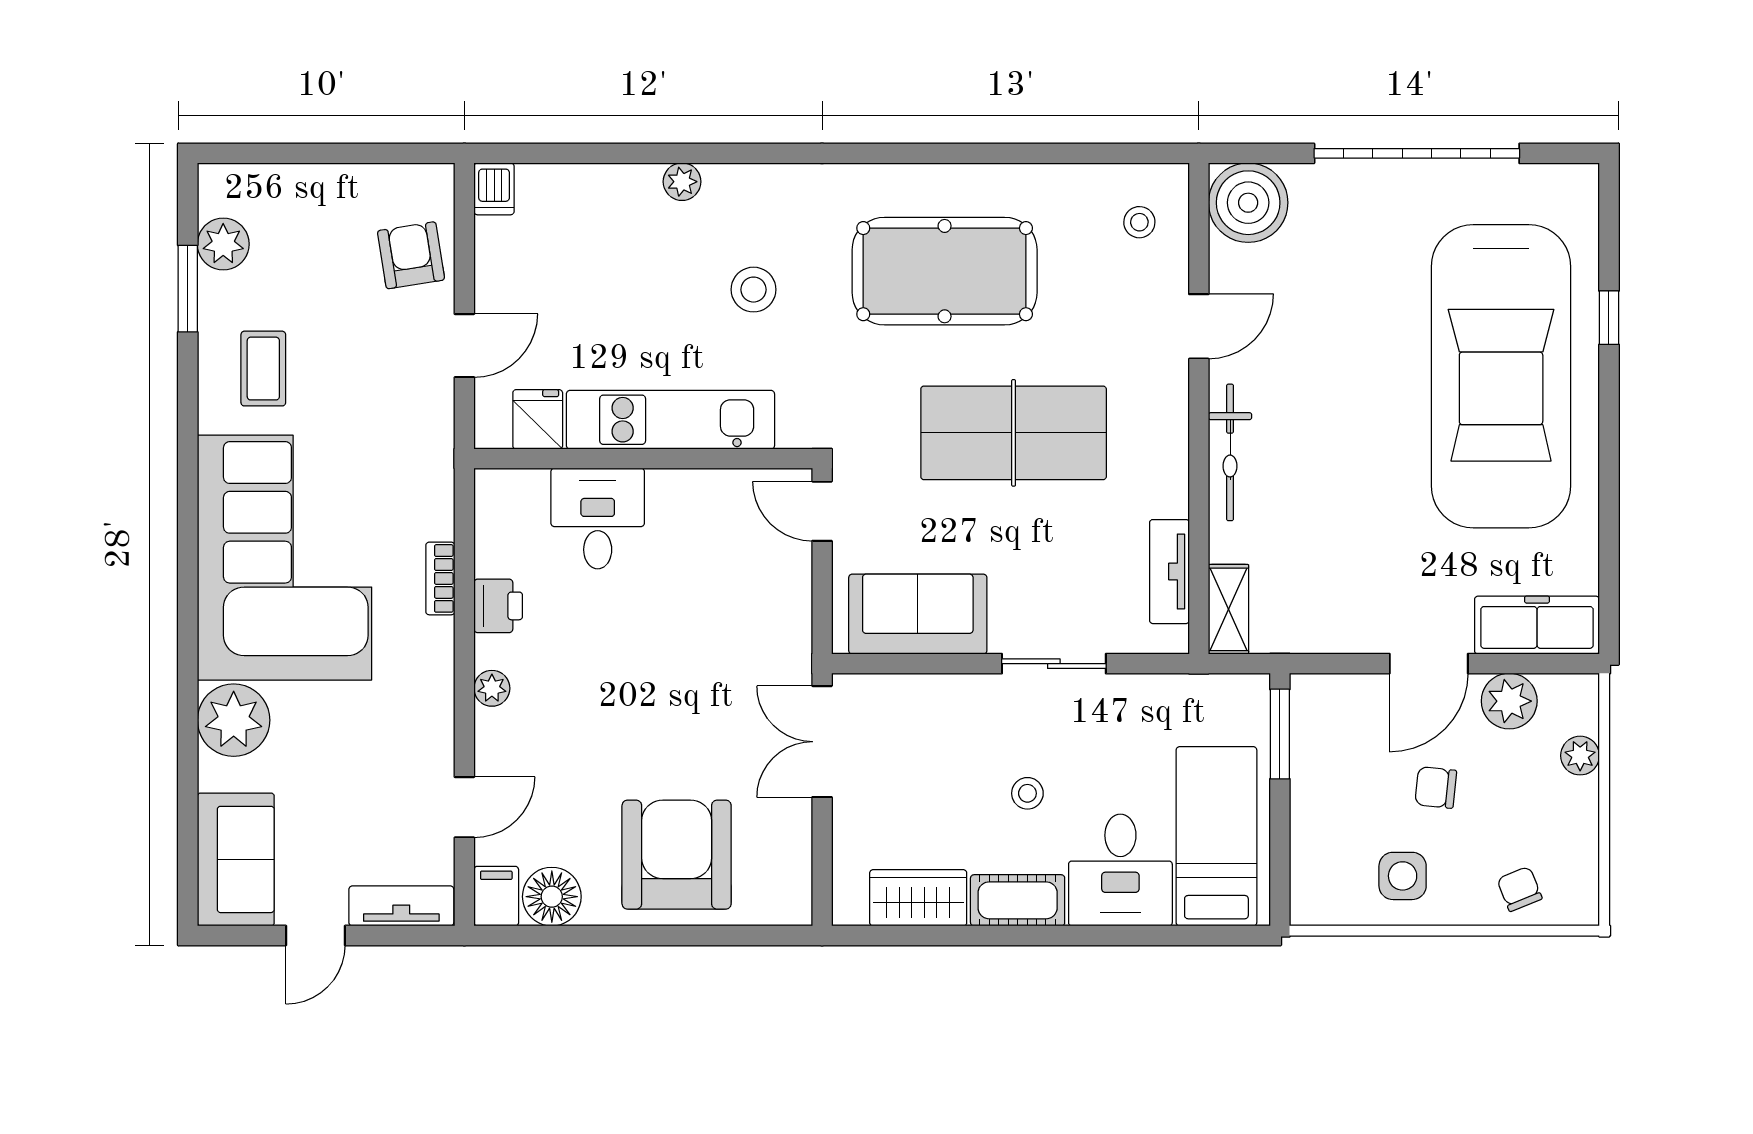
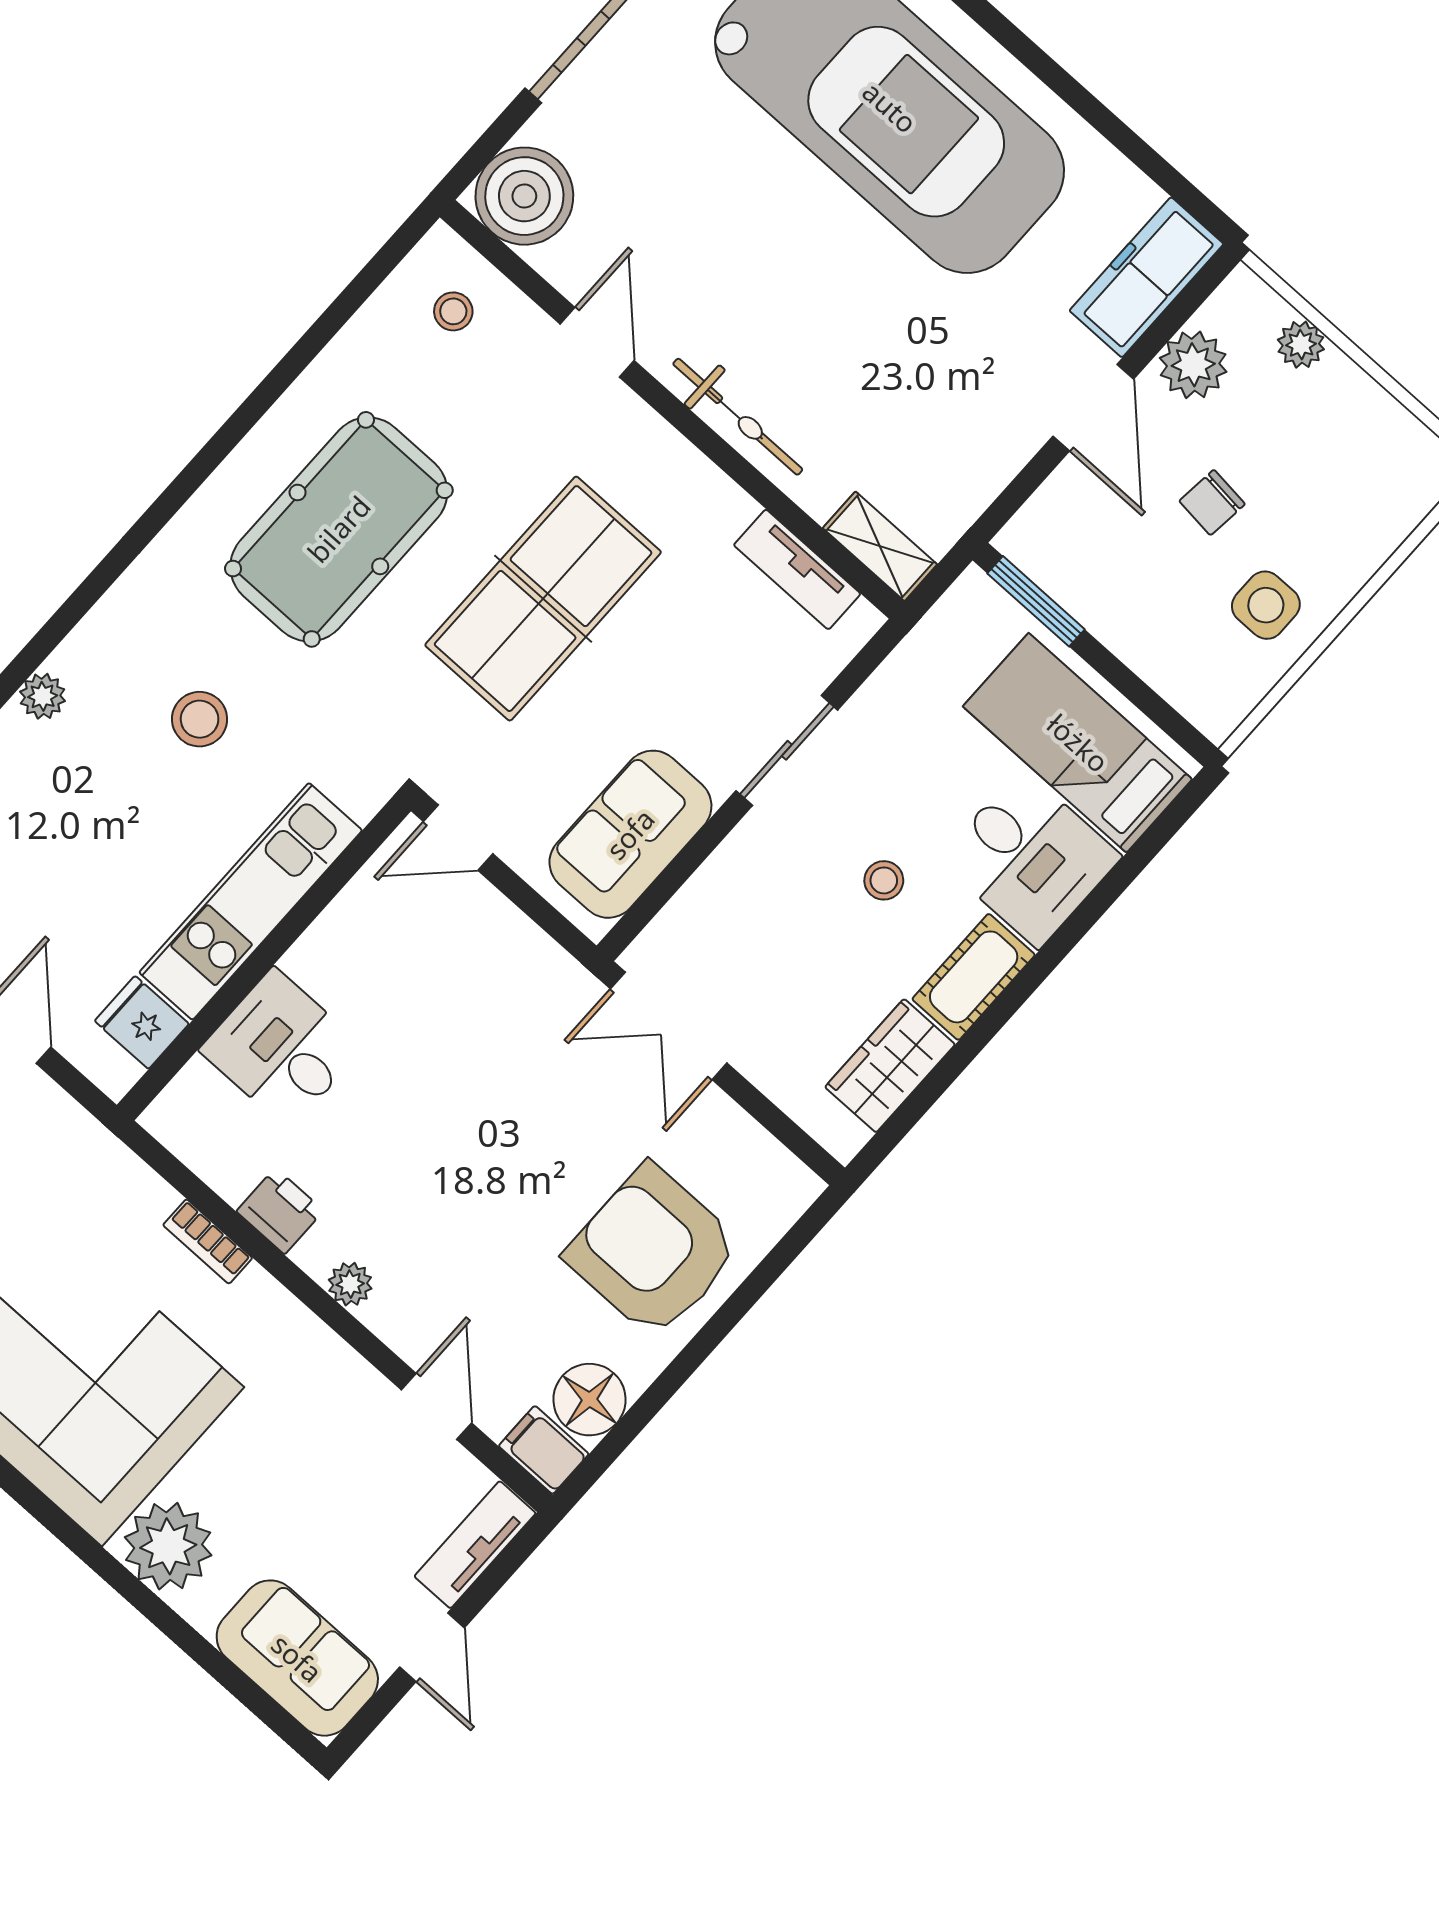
chair: (1519, 889) -> (1373, 509), removed

